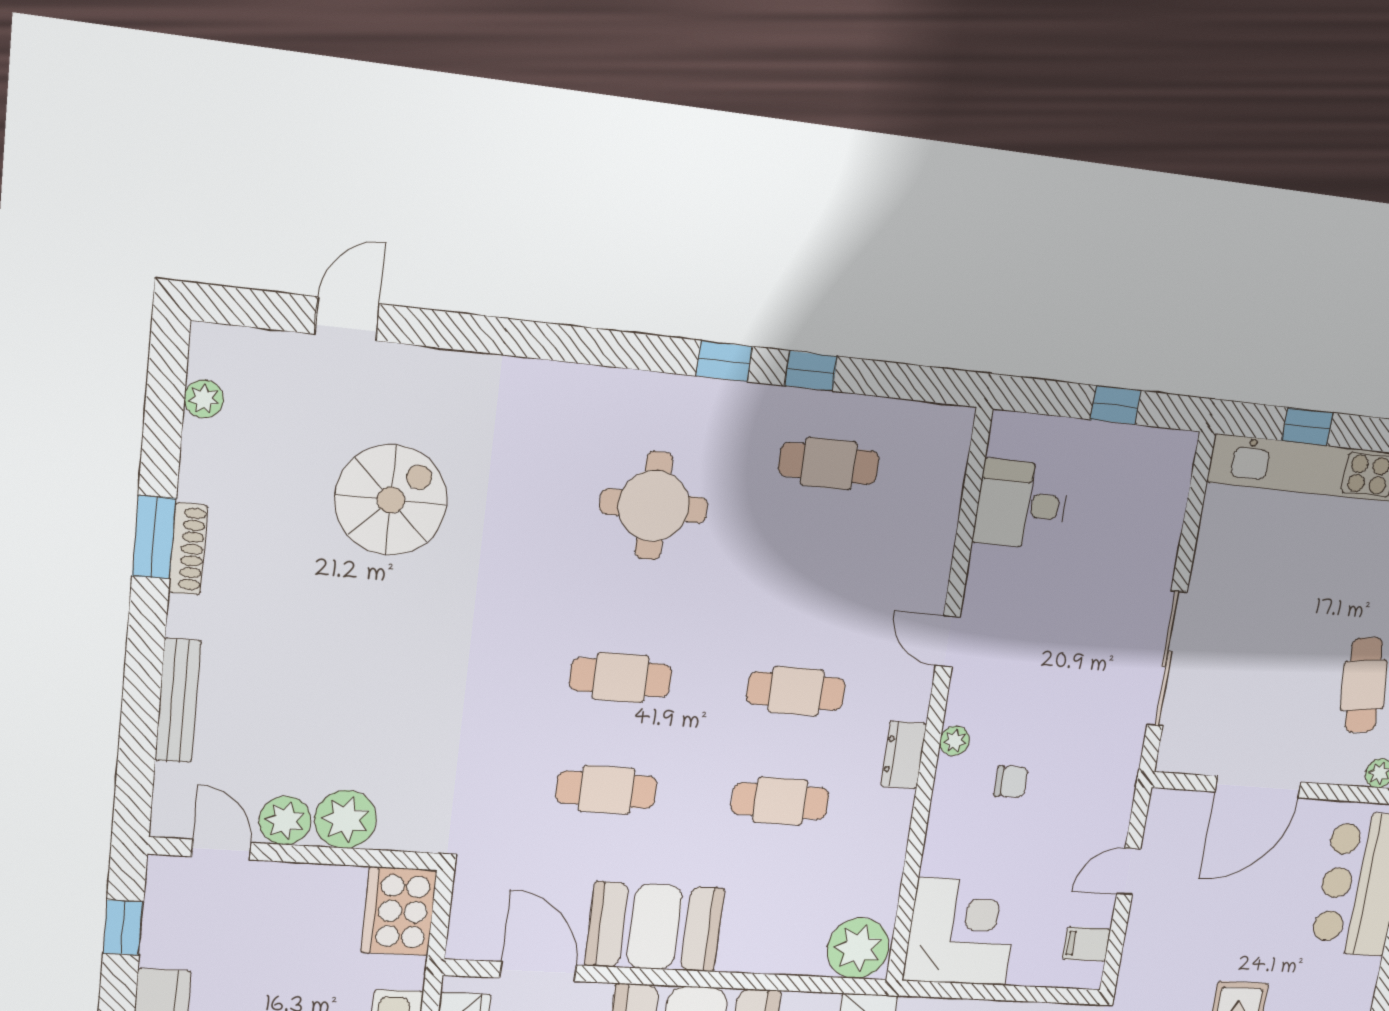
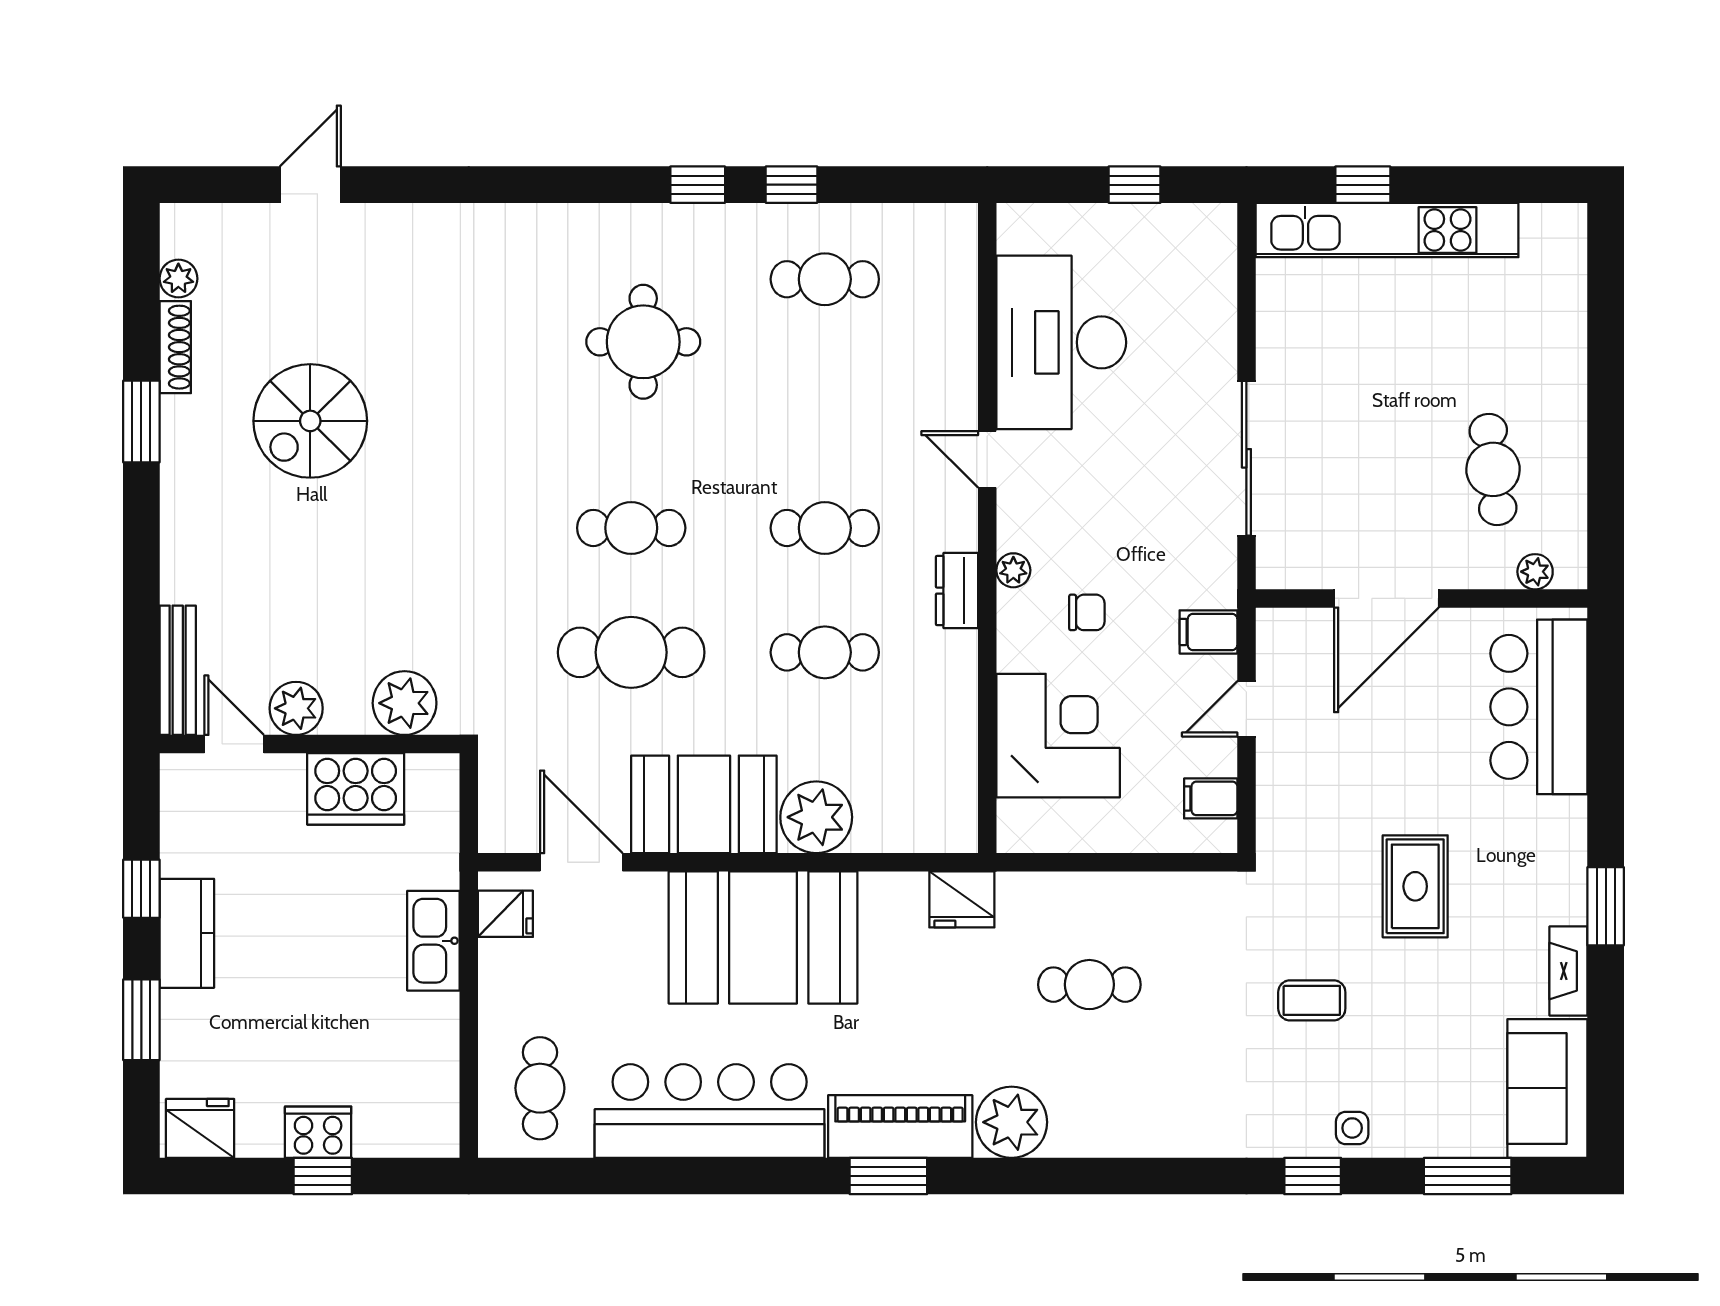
spiral stairs: (391, 500) -> (310, 421), moved, turned 180
desk: (1022, 504) -> (1061, 342), width x1.87, depth x1.30
shoe rack: (188, 549) -> (175, 347), moved
bench: (178, 701) -> (178, 670), moved
cafe table: (606, 790) -> (631, 652), width x1.37, depth x1.35
filing cabinet: (1109, 805) -> (1208, 632), added
plant: (345, 819) -> (405, 703), moved
cooker: (399, 911) -> (356, 789), moved, turned -90
window: (123, 928) -> (141, 889), moved
corner desk: (962, 932) -> (1058, 736), moved
plant: (858, 948) -> (816, 817), moved

